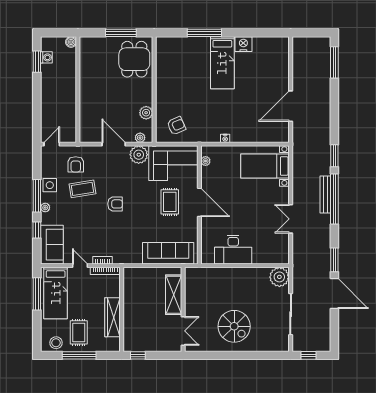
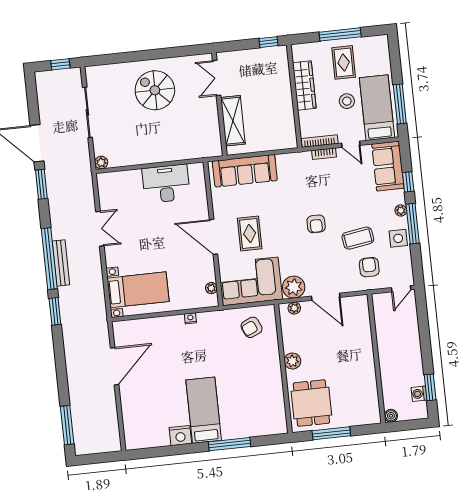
plant: (146, 113) -> (292, 361), moved
armchair: (115, 204) -> (316, 224), turned -90
plant: (279, 277) -> (101, 163), width x0.53, depth x0.53
stool: (56, 343) -> (347, 101), moved

